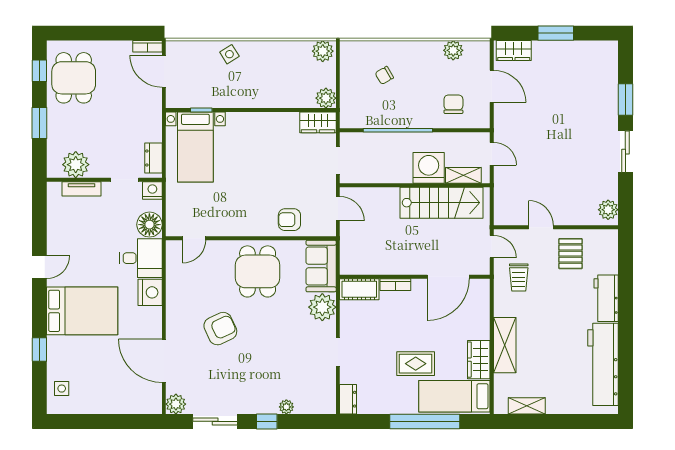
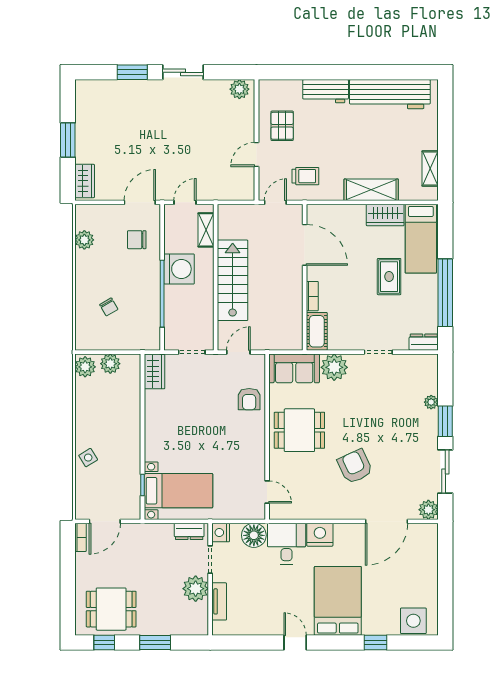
door: (492, 86) -> (140, 202), moved
plant: (326, 98) -> (110, 364), moved
plant: (76, 165) -> (196, 589), moved
washing machine: (429, 168) -> (179, 269), moved, turned 180
stairs: (441, 203) -> (233, 280), moved
pallet: (571, 254) -> (282, 126), turned 90
side table: (62, 389) -> (413, 621), width x1.87, depth x1.87
window: (267, 421) -> (445, 421), width x1.50
window: (425, 421) -> (445, 293), moved

